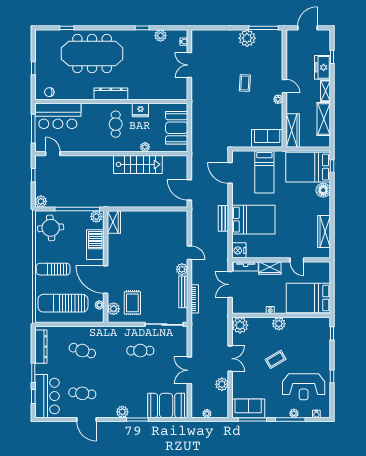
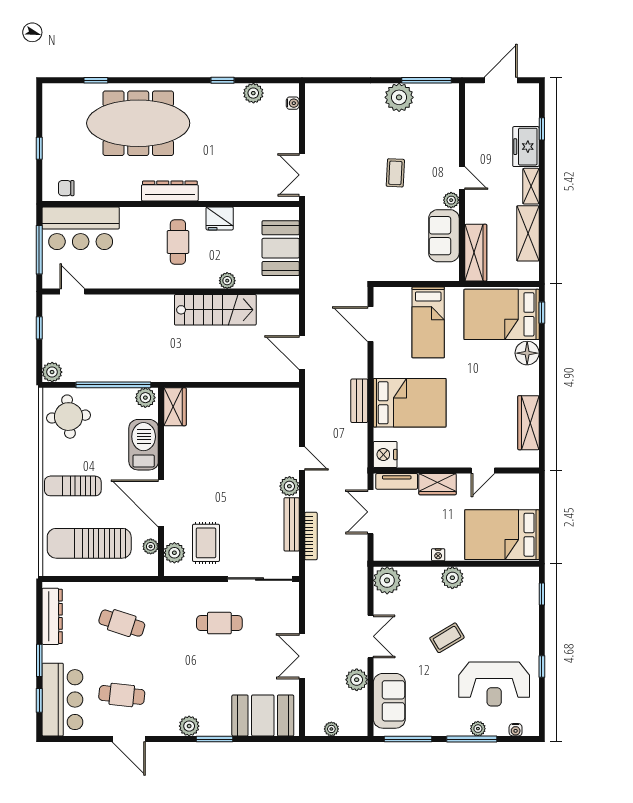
double door: (189, 65) -> (302, 175), moved
sofa: (267, 138) -> (444, 236), moved, turned -90
door: (297, 260) -> (483, 471), hinge flipped
sofa: (248, 408) -> (389, 701), moved, turned 90

